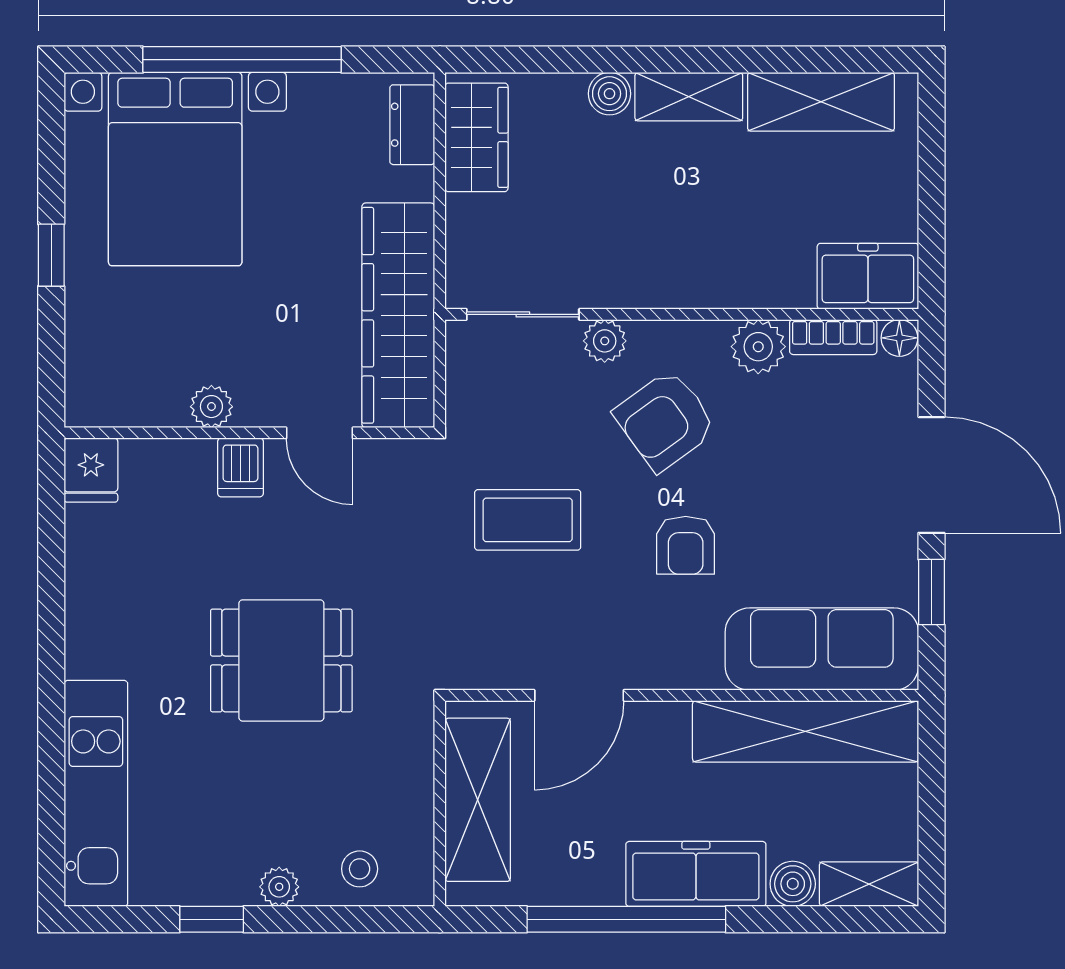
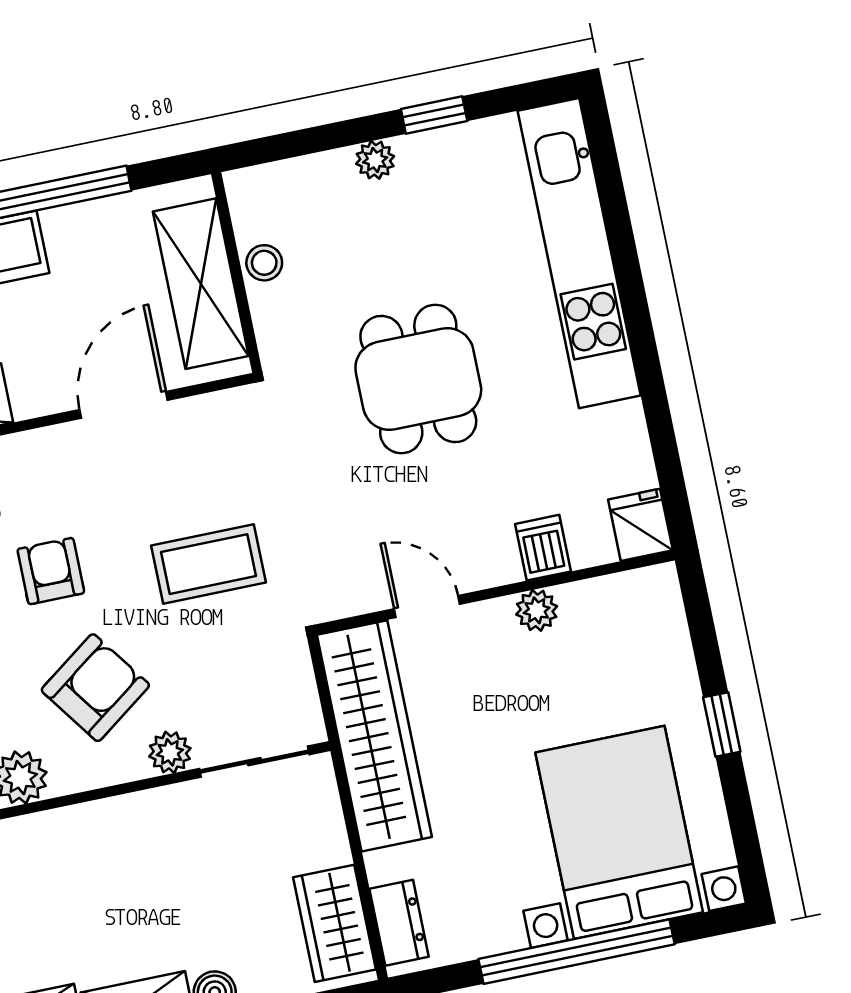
dishwasher: (240, 467) -> (543, 548), moved
dining table: (281, 660) -> (418, 379), turned 90
kitchen unit: (96, 793) -> (579, 253), width x1.36
stool: (360, 869) -> (264, 263), moved

